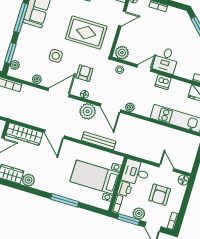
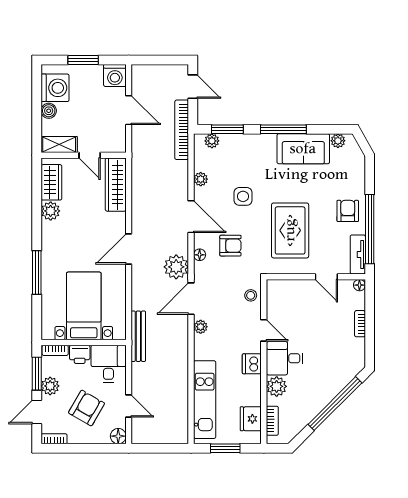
plant: (122, 53) -> (277, 386), moved
door: (54, 134) -> (129, 249), moved
bench: (99, 141) -> (138, 336), moved
door: (166, 168) -> (129, 406), hinge flipped
armchair: (160, 195) -> (87, 408), turned 120

